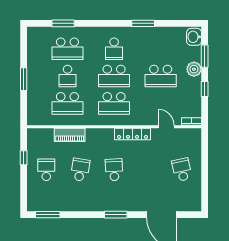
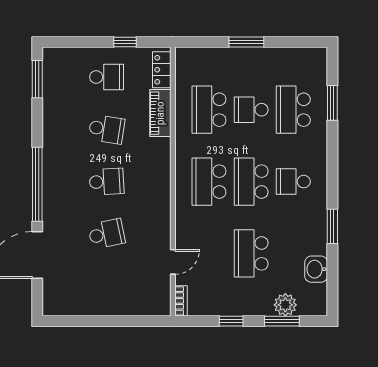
washbasin: (194, 37) -> (316, 269), moved, turned -90
plant: (194, 69) -> (285, 305), moved
locker: (132, 134) -> (162, 70), moved, width x0.66
school desk: (182, 170) -> (107, 234), moved
window: (116, 215) -> (37, 184), width x2.11

